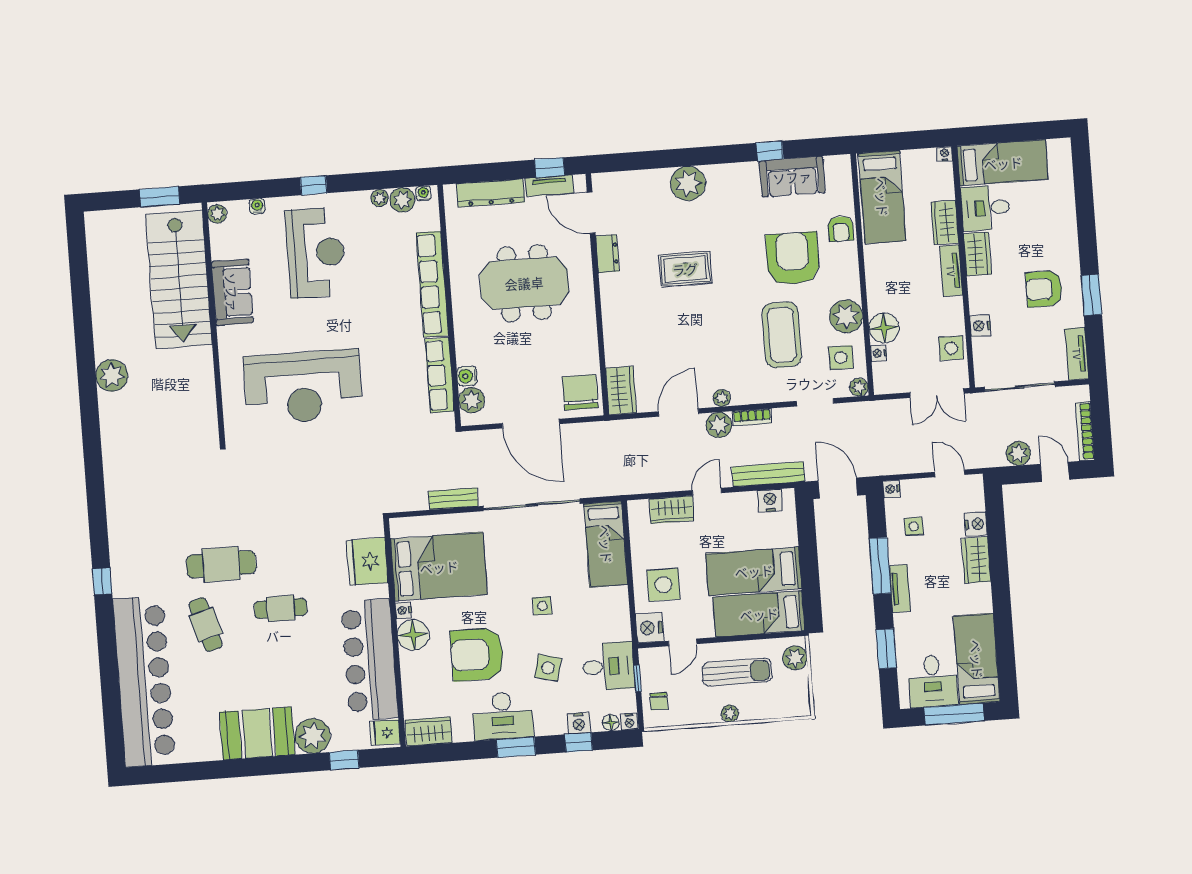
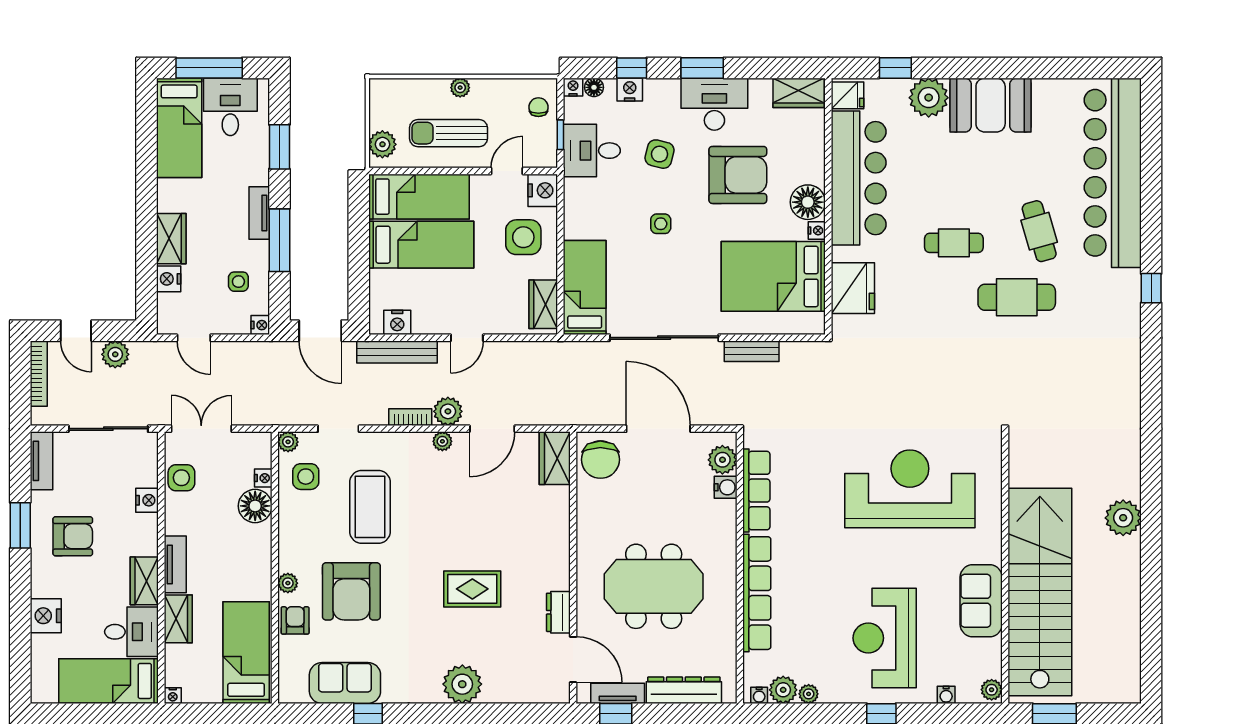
nightstand: (1063, 216) -> (46, 616), added
stairs: (179, 279) -> (1040, 592), width x1.36
plant: (846, 316) -> (288, 583), moved, width x0.53, depth x0.53
wardrobe: (672, 510) -> (543, 304), moved, turned -90

